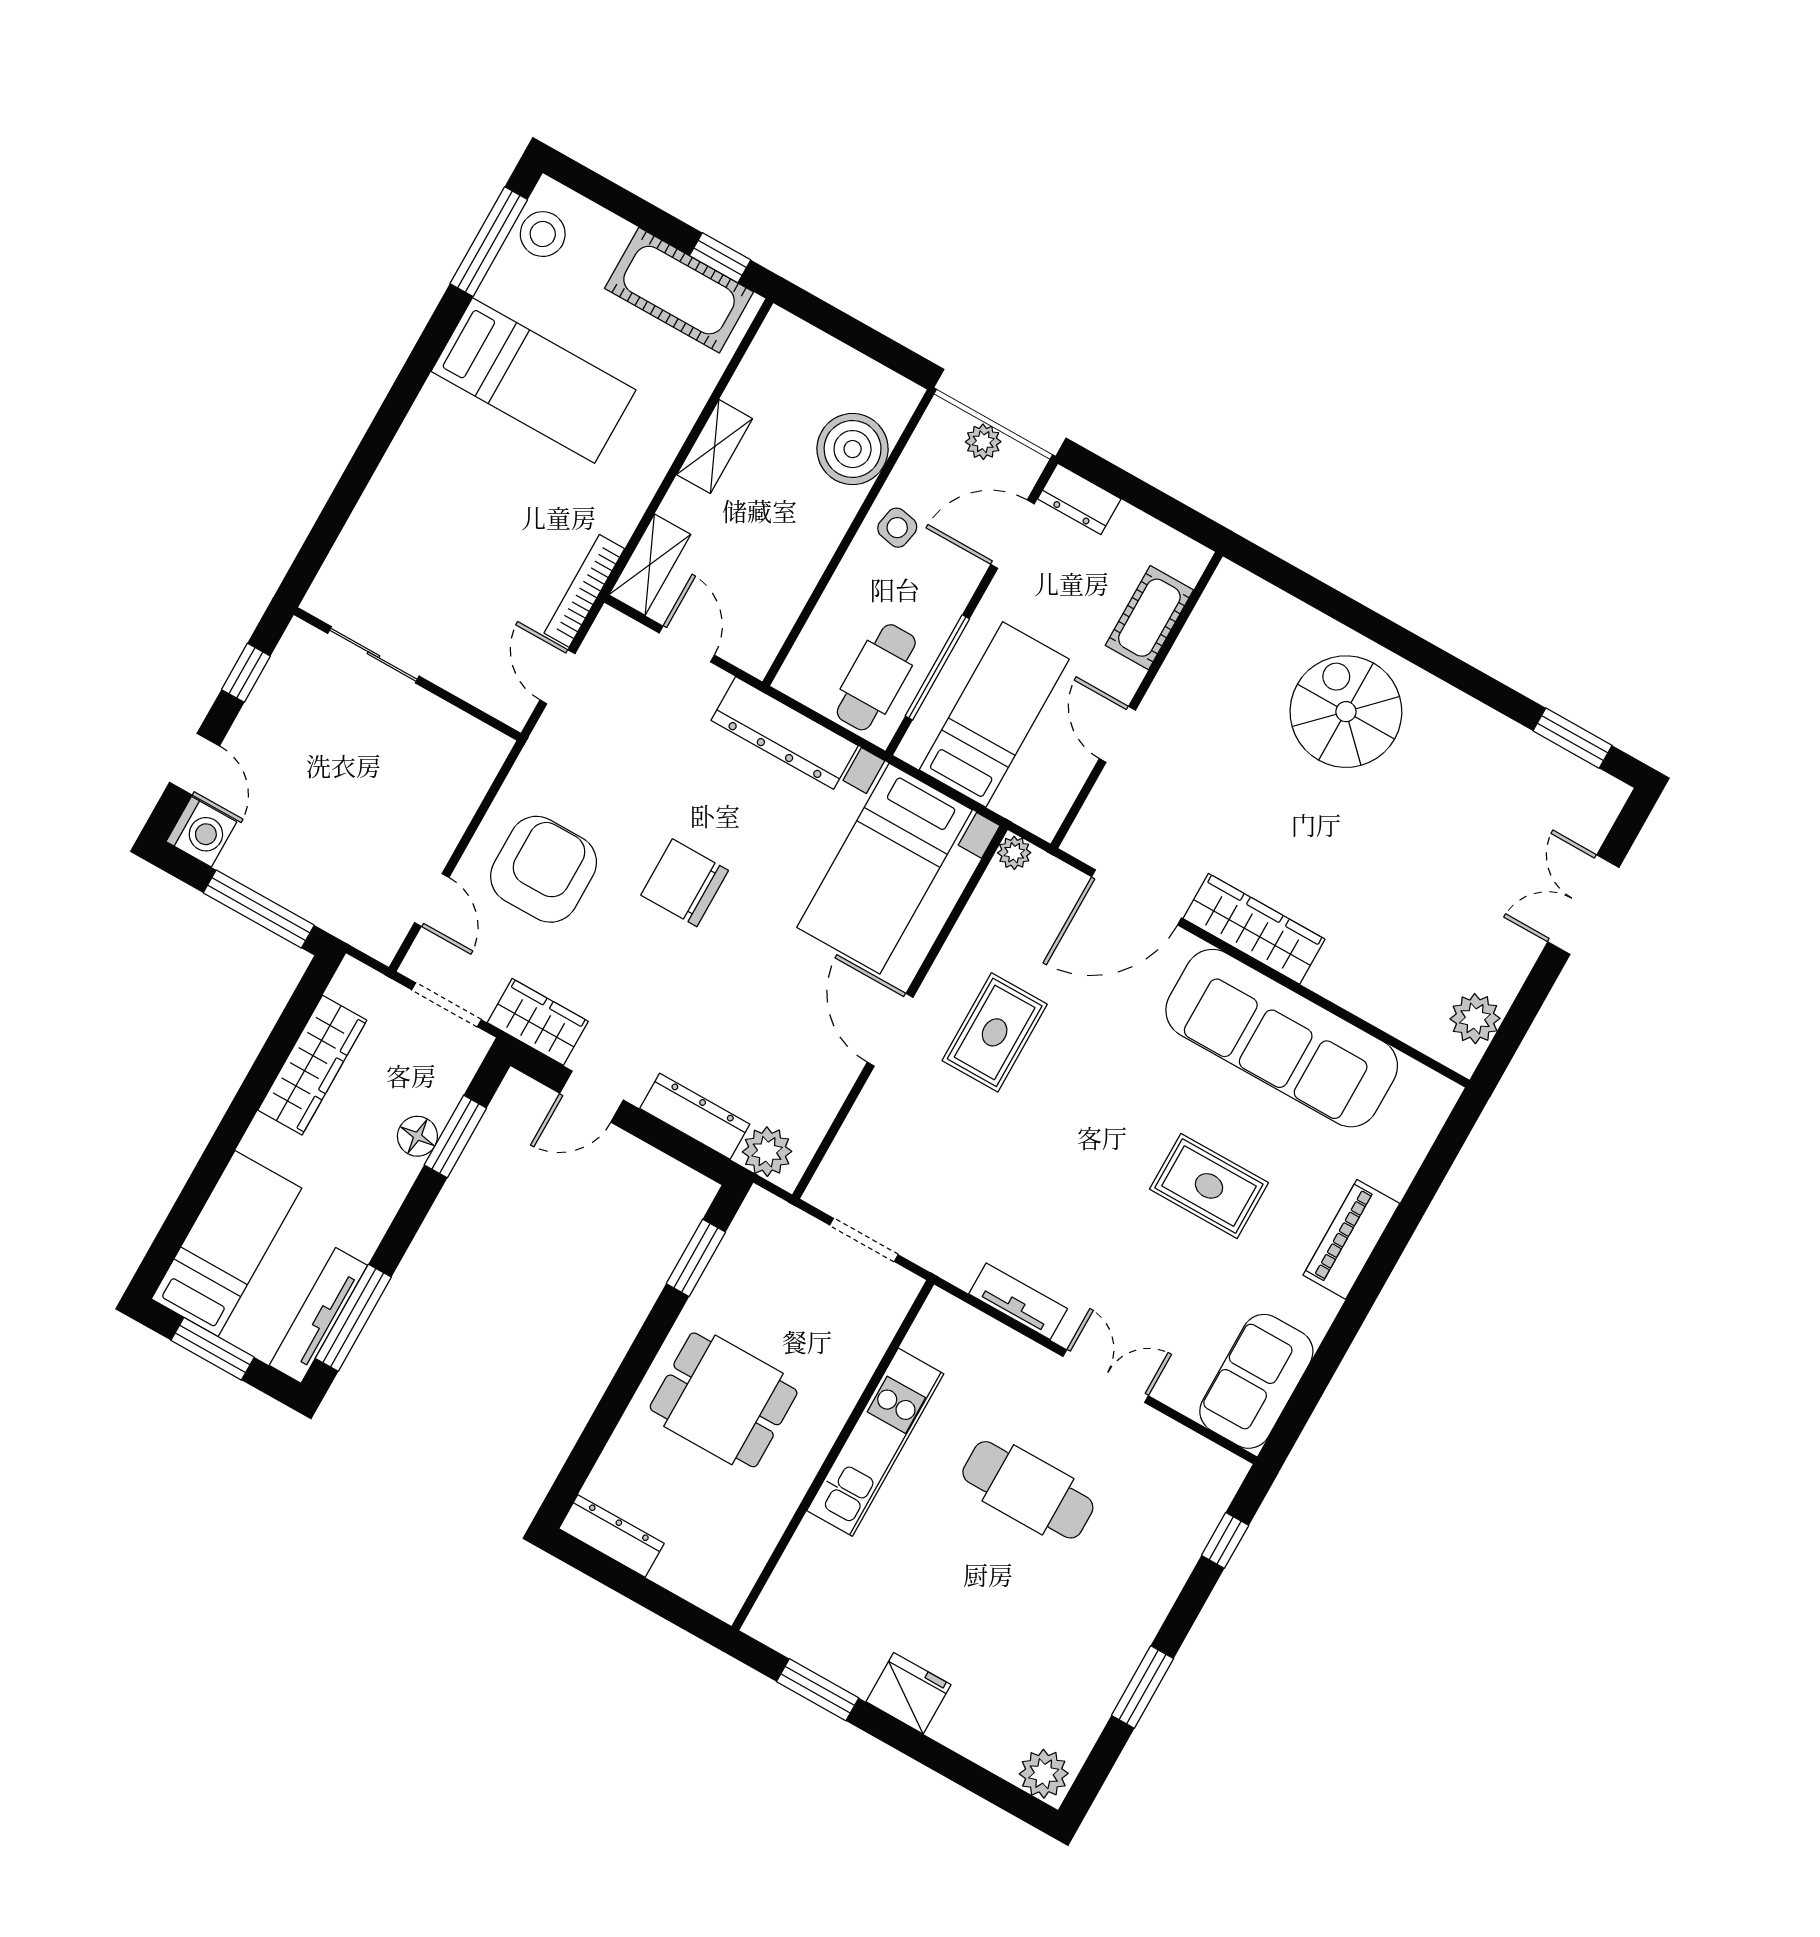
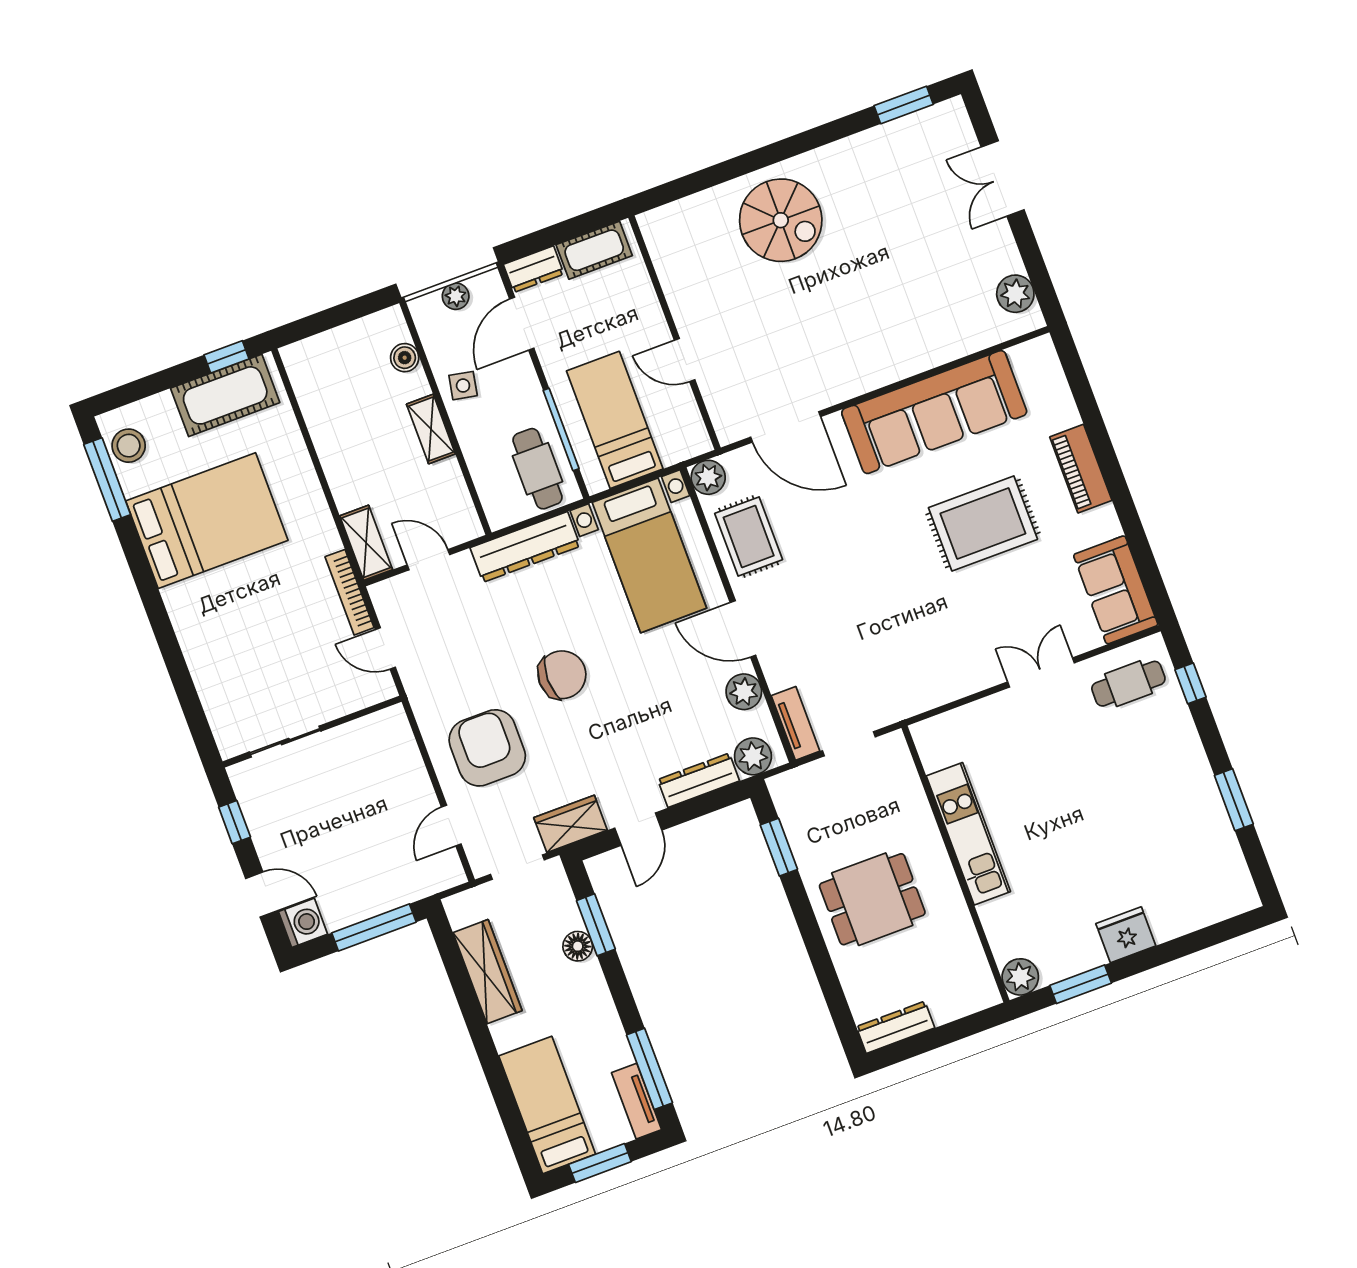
bed: (534, 381) -> (207, 521), width x1.50
shelving: (715, 447) -> (431, 429), moved
boiler: (853, 449) -> (405, 358), width x0.54, depth x0.54
cot: (1149, 618) -> (594, 250), moved, turned 90
spiral stairs: (1346, 712) -> (781, 220), turned 180
plant: (1014, 853) -> (708, 477), width x1.38, depth x1.38
chair: (685, 883) -> (562, 675), turned 180
door: (1136, 897) -> (786, 427), hinge flipped
door: (432, 900) -> (451, 826), swing flipped
wardrobe: (1254, 929) -> (859, 376), removed
rug: (995, 1032) -> (749, 536), moved
plant: (826, 1086) -> (744, 692), added
rug: (1209, 1186) -> (983, 524), width x1.36, depth x1.43
tv unit: (1018, 1301) -> (796, 723), moved, turned 90
tv unit: (318, 1315) -> (637, 1101), width x0.71
cafe table: (1028, 1490) -> (1128, 684), moved, width x0.73, depth x0.74
plant: (1044, 1774) -> (1020, 977), moved

